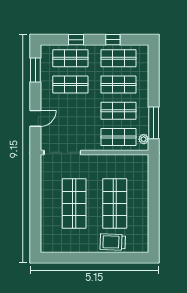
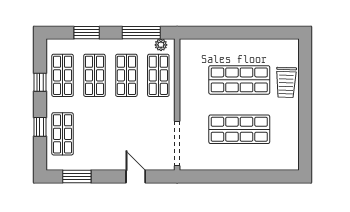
window: (154, 78) -> (87, 33), added
shop shelf: (70, 84) -> (94, 134), removed

